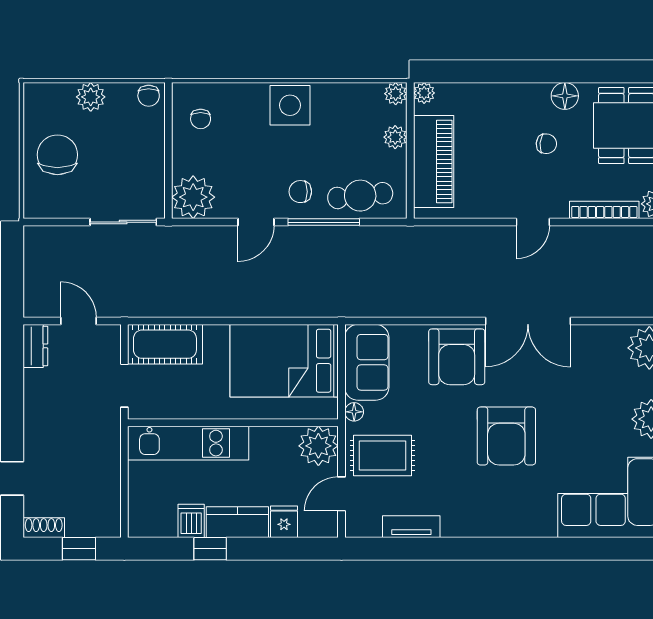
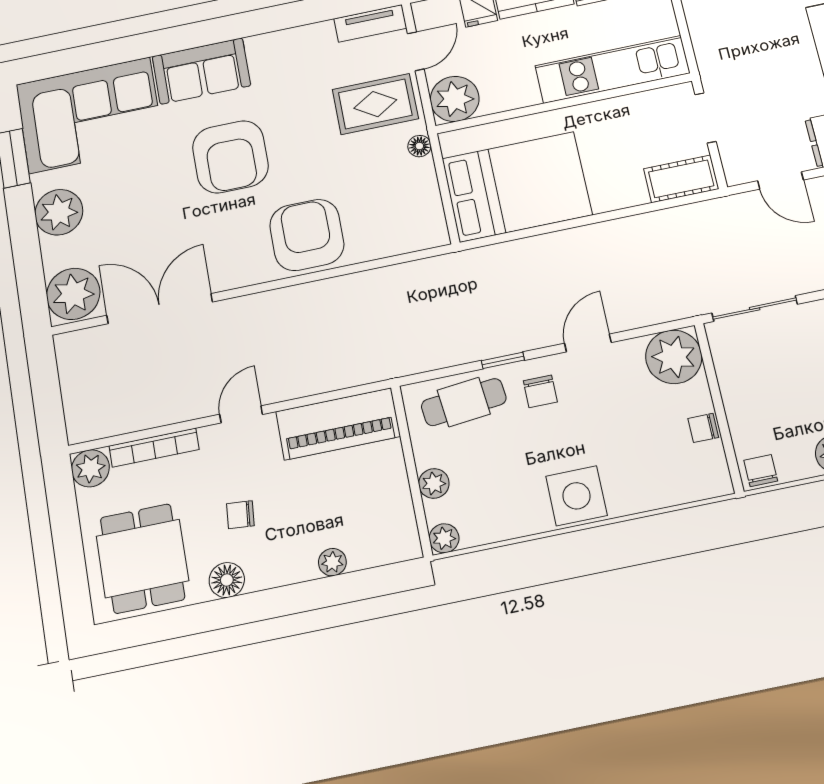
plant: (424, 93) -> (332, 562), moved
chair: (201, 119) -> (703, 428), moved, turned -90
piano: (434, 161) -> (338, 424), moved, turned -90
chair: (300, 192) -> (540, 391), turned 90
window: (324, 222) -> (503, 360), width x0.46
double door: (528, 321) -> (160, 309), moved
cot: (165, 344) -> (681, 179), width x0.73, depth x0.75
sofa: (367, 362) -> (201, 71), moved, turned -90
armchair: (506, 436) -> (230, 157), turned 180
tv unit: (411, 527) -> (370, 23), moved

